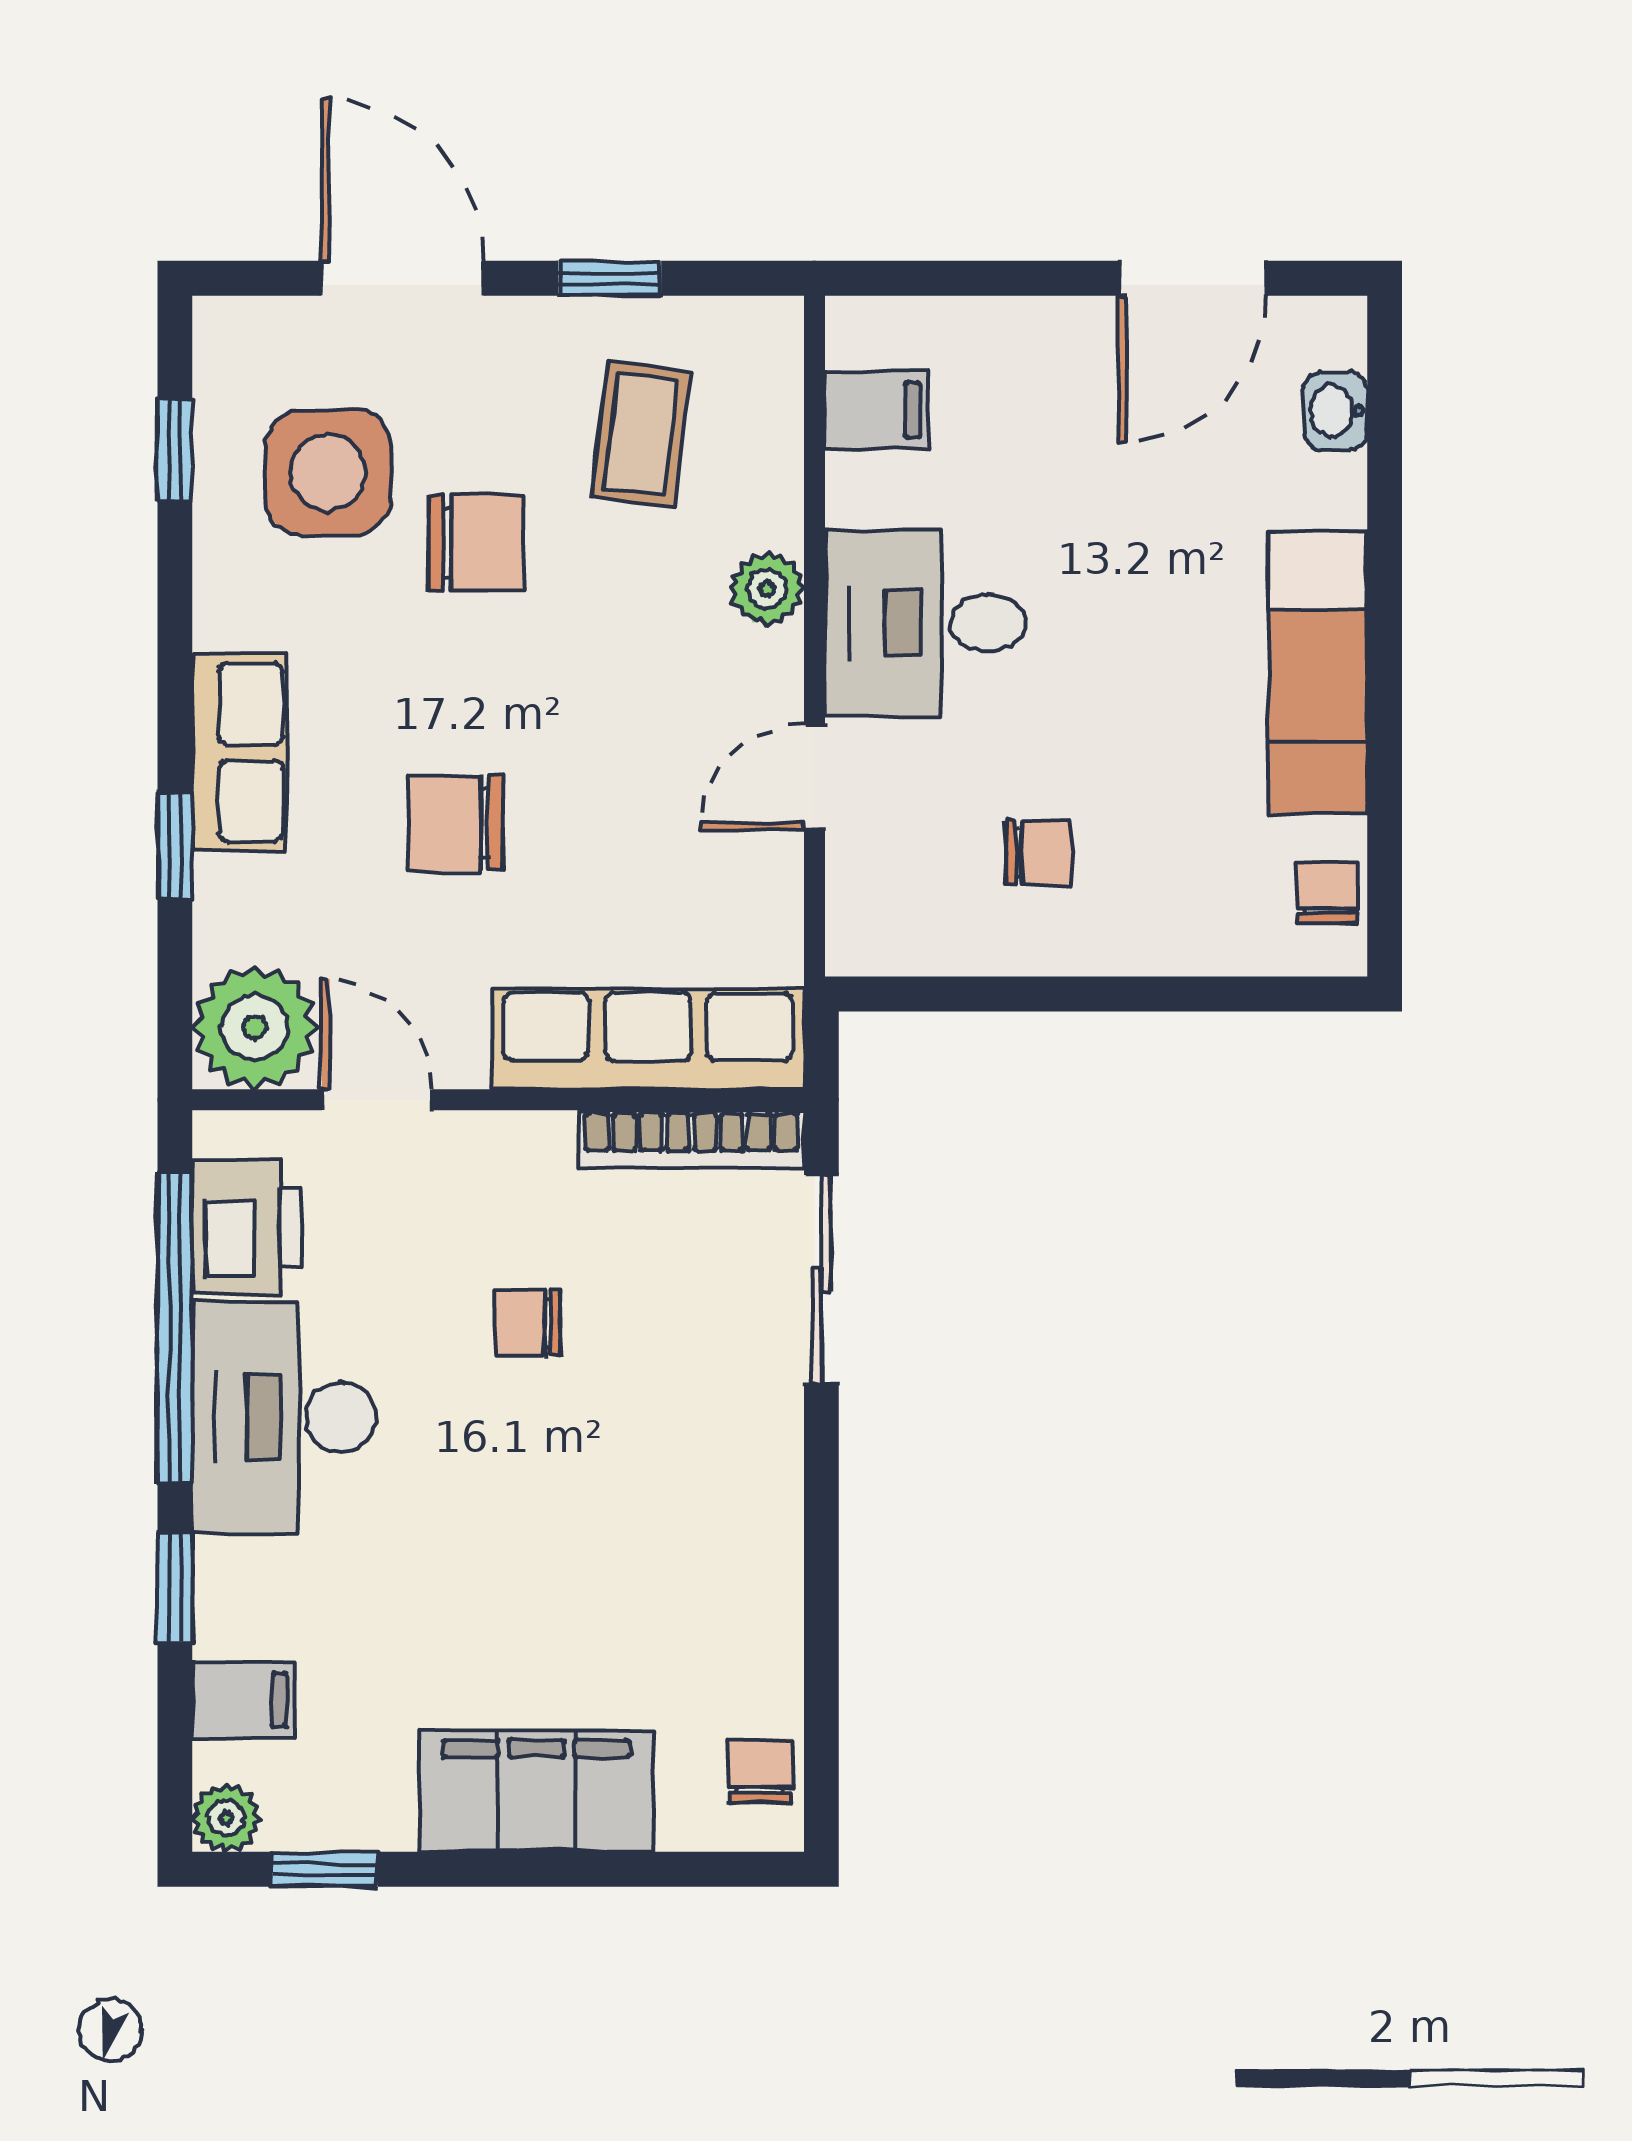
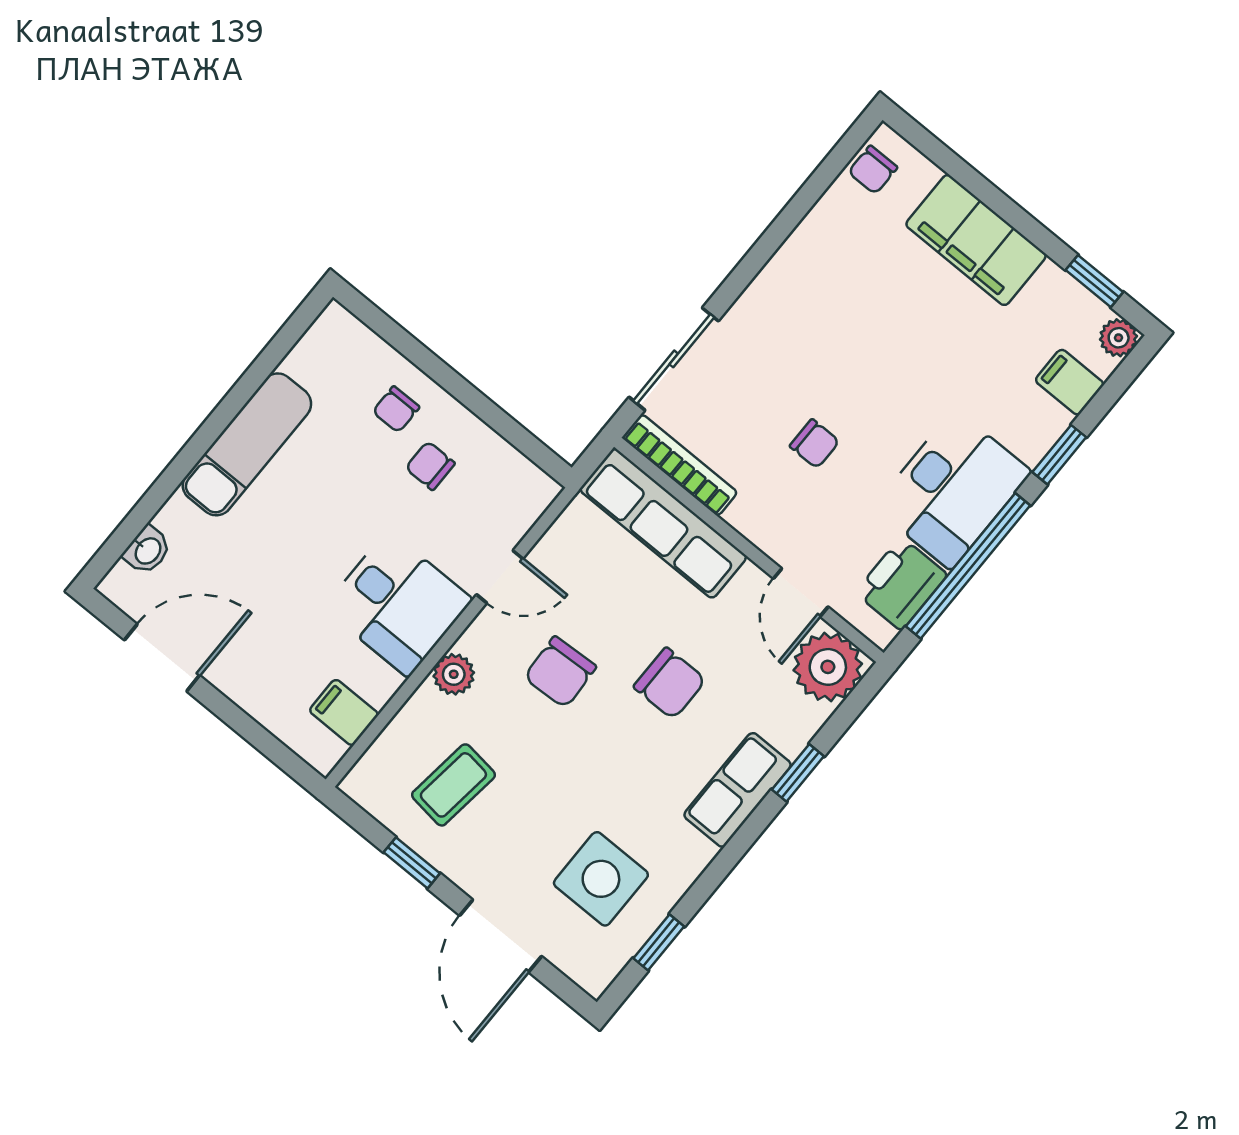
chair: (476, 543) -> (560, 672), moved, turned -93
chair: (1328, 893) -> (396, 409), moved

